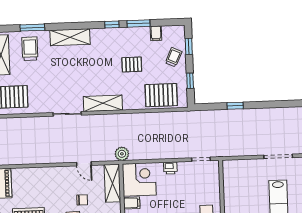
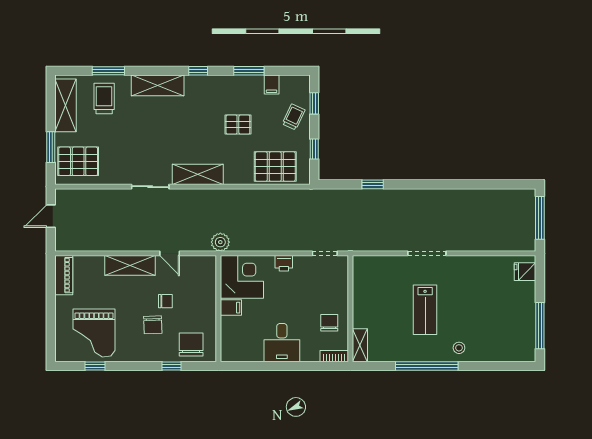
window: (112, 25) -> (198, 71), moved
shelving: (112, 183) -> (130, 265), moved, turned 90

